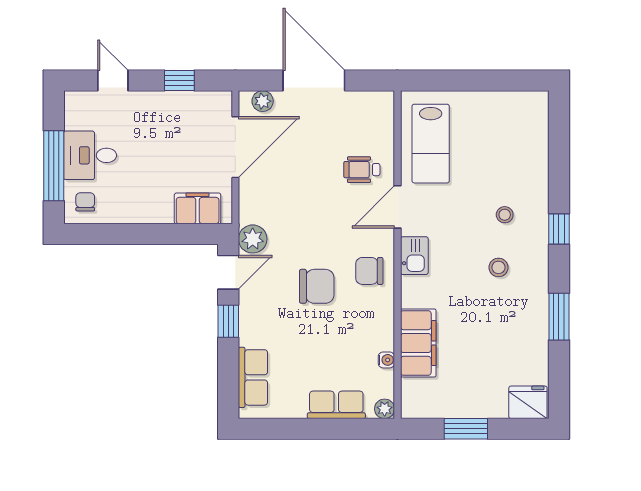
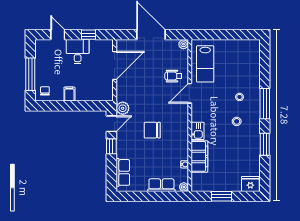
plant: (263, 101) -> (183, 44), moved
desk: (90, 155) -> (78, 52), moved, turned 90
filing cabinet: (198, 208) -> (69, 94), moved, width x0.50
window: (559, 229) -> (265, 104), width x2.17
kitchen sink: (414, 256) -> (198, 131), moved
chair: (369, 271) -> (177, 123), removed
chair: (317, 286) -> (152, 130), turned 180

